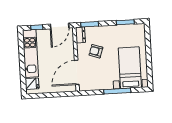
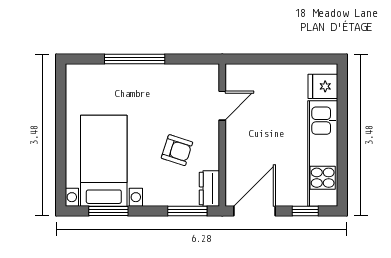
bed with nightstands: (130, 68) -> (104, 161), moved, turned 180
door: (77, 72) -> (222, 106), width x0.53

